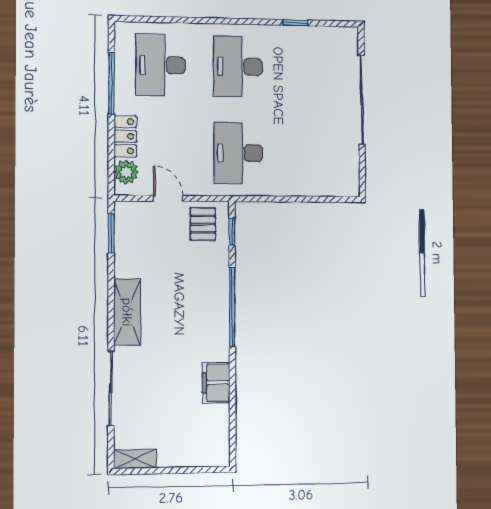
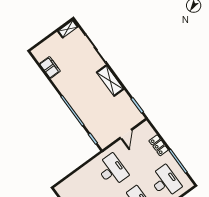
plant: (126, 172) -> (148, 132), removed
door: (168, 198) -> (126, 134), hinge flipped
pallet: (203, 224) -> (106, 134), removed
filing cabinet: (216, 383) -> (50, 67), moved

